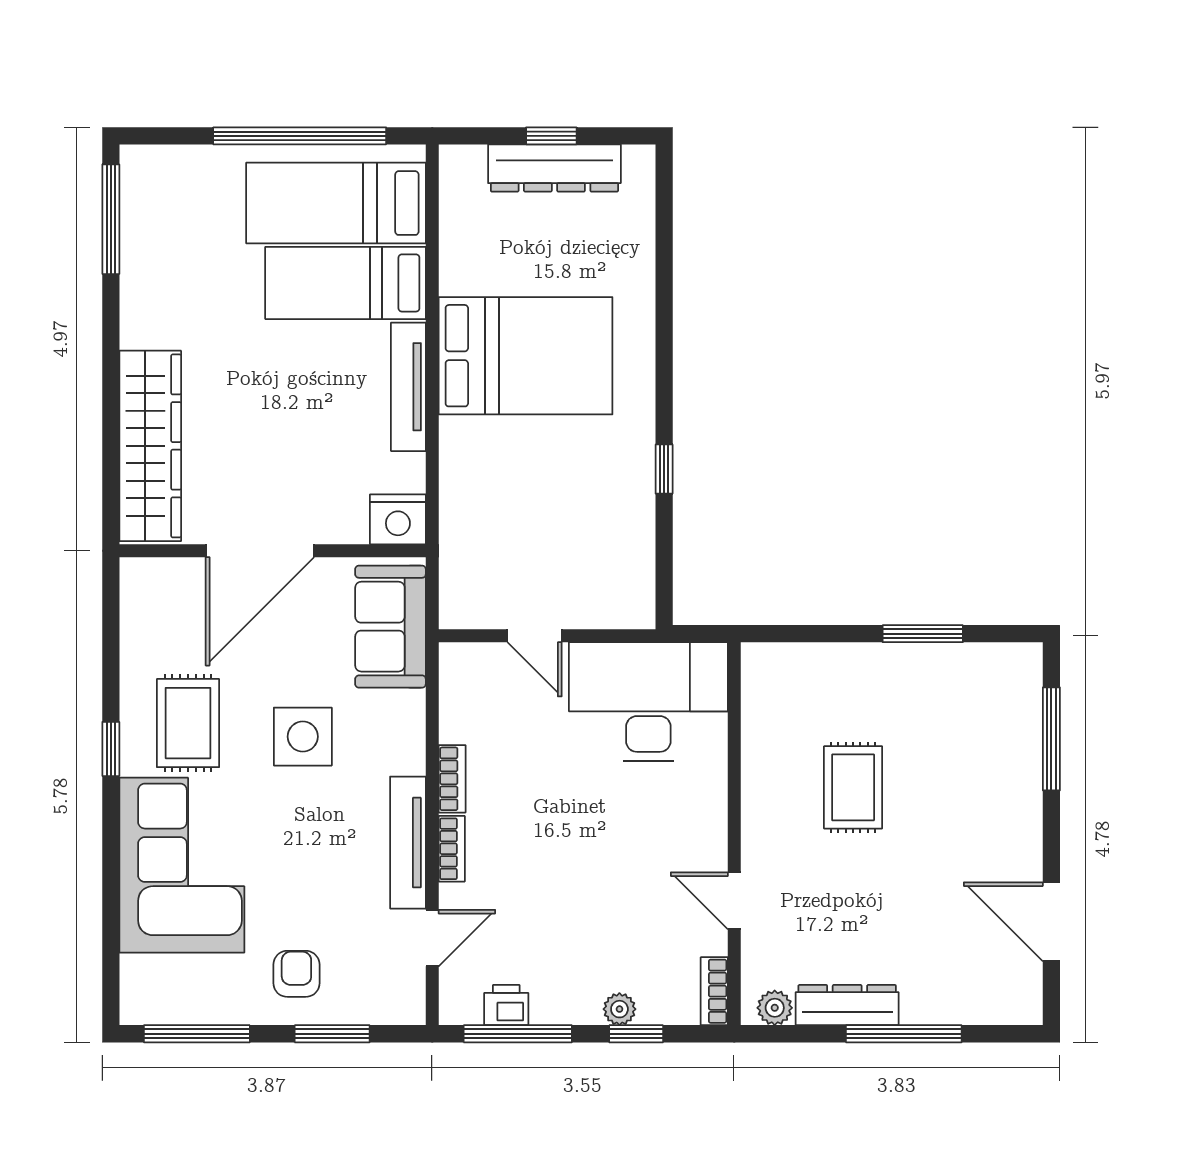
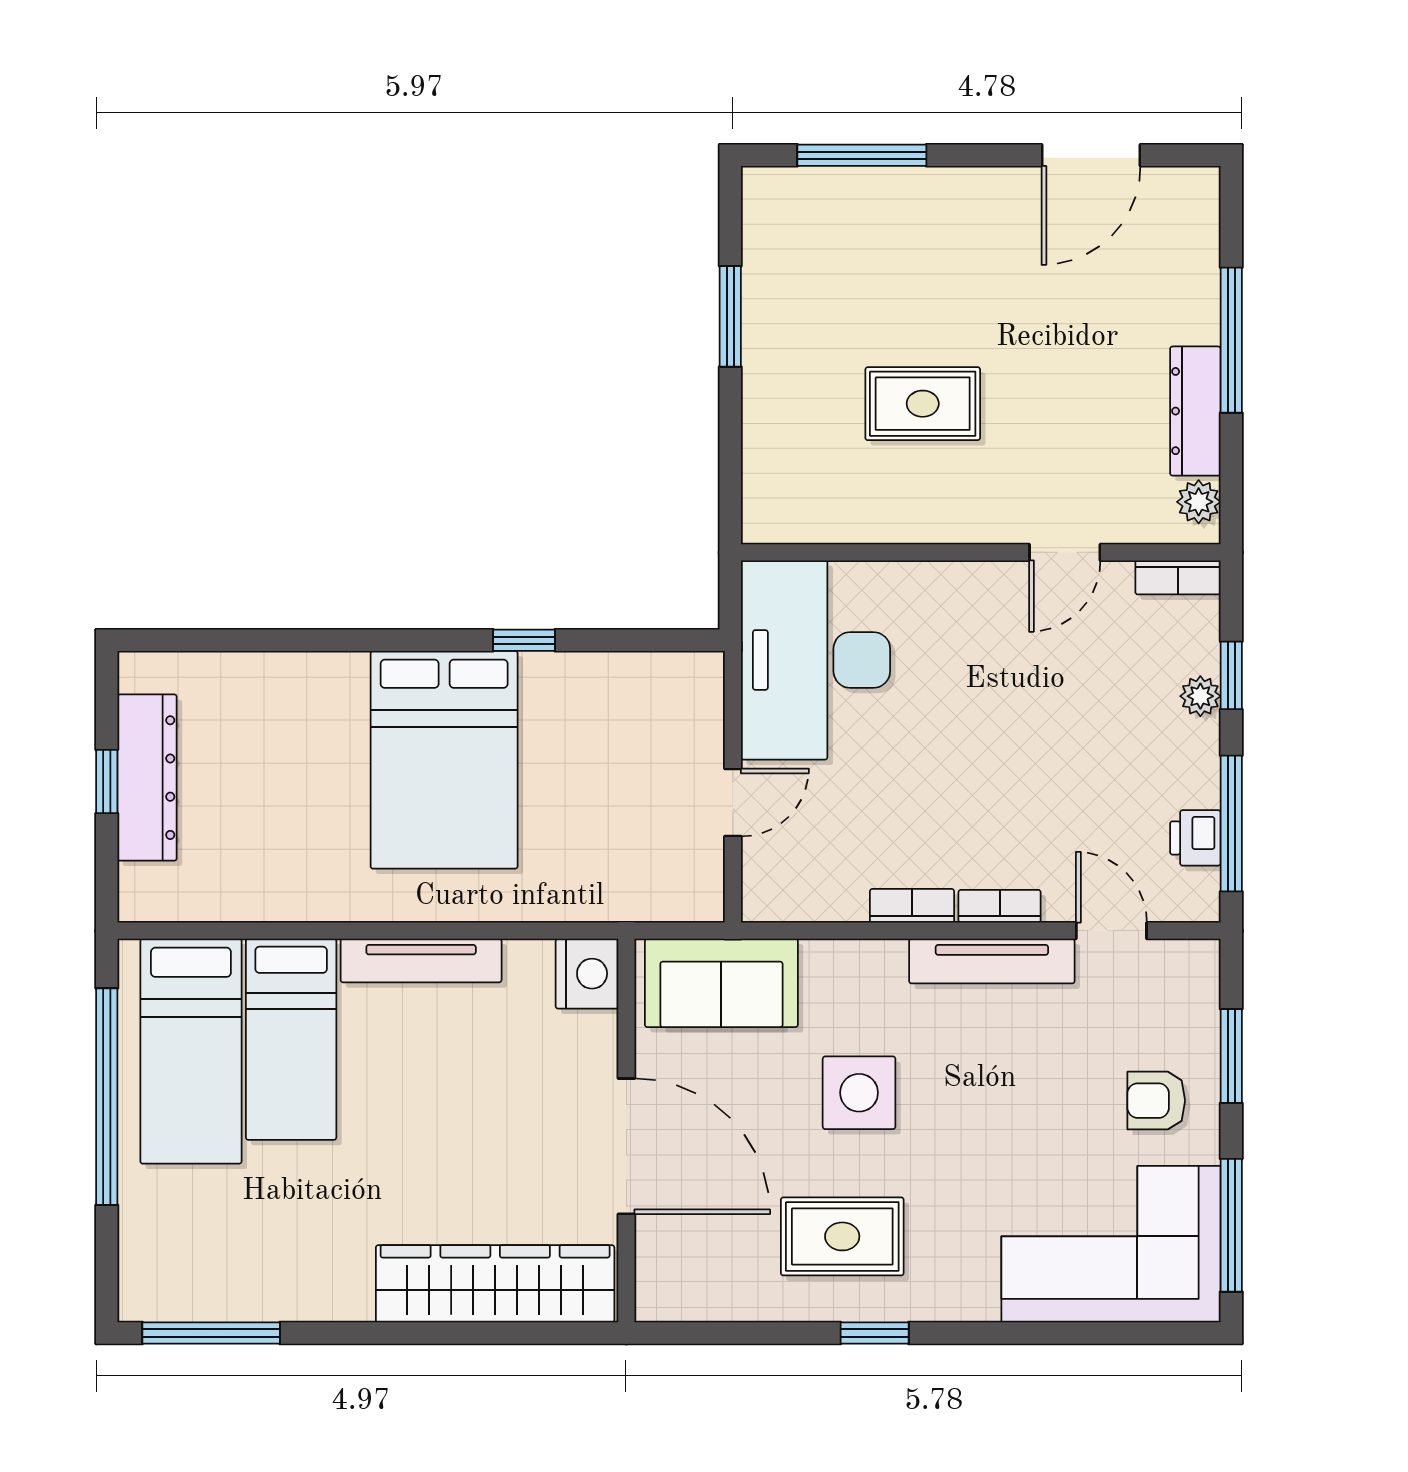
bed: (525, 356) -> (444, 760), moved, turned 180
corner sofa: (182, 865) -> (1111, 1244), moved

